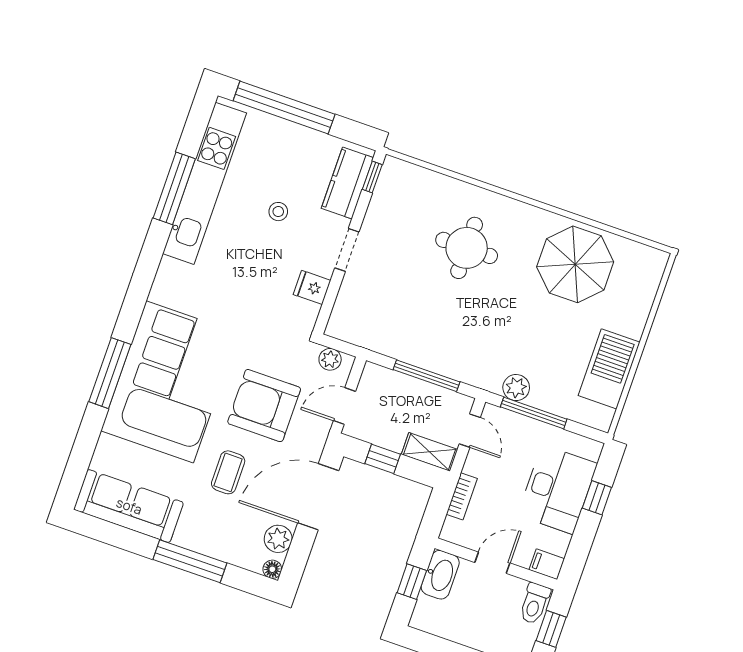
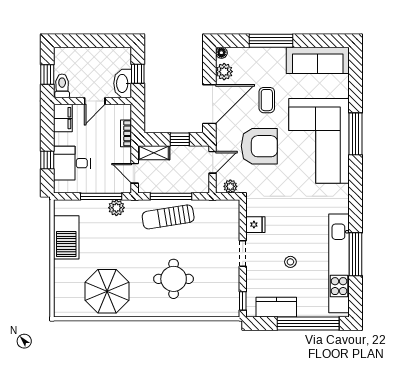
kitchen counter: (347, 183) -> (276, 307), moved, turned -90
sun lounger: (442, 346) -> (168, 217), added
desk: (557, 489) -> (72, 163), width x0.73
filing cabinet: (547, 564) -> (63, 118), width x2.00

